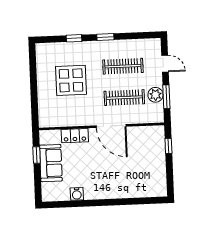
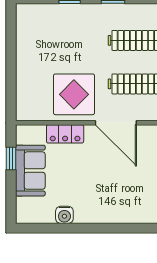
display table: (71, 80) -> (74, 94), moved

